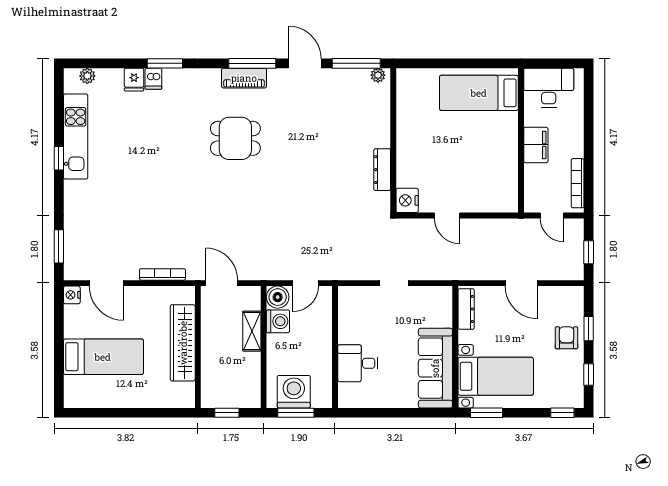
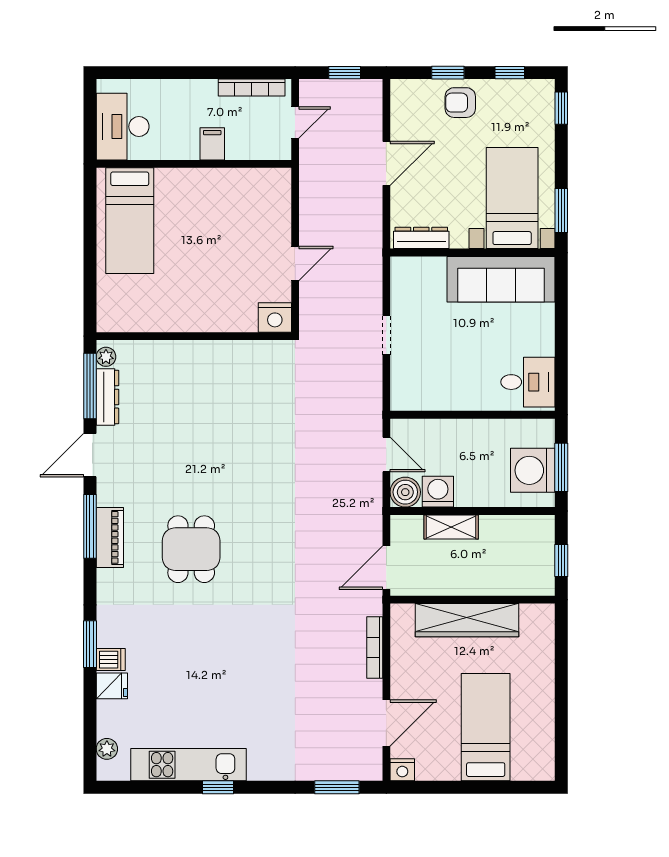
filing cabinet: (536, 145) -> (212, 144), width x0.50
dresser: (382, 170) -> (107, 397), moved, turned -90
desk: (358, 363) -> (528, 382), moved, turned -90

